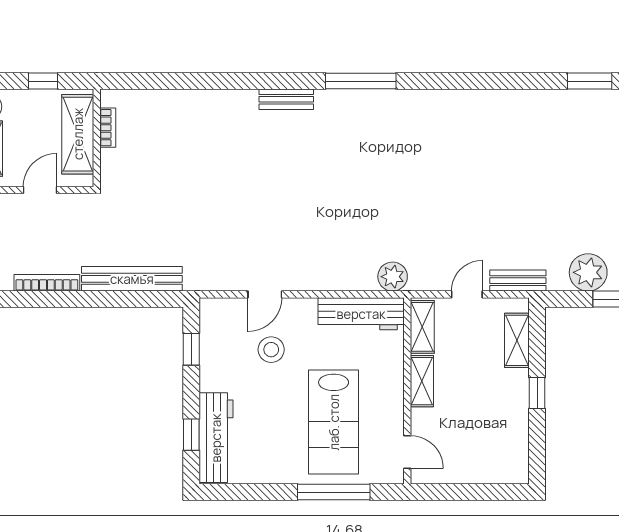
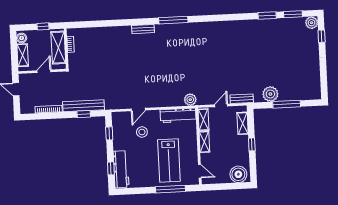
window: (132, 299) -> (84, 114), added
boiler: (501, 464) -> (238, 174), added

